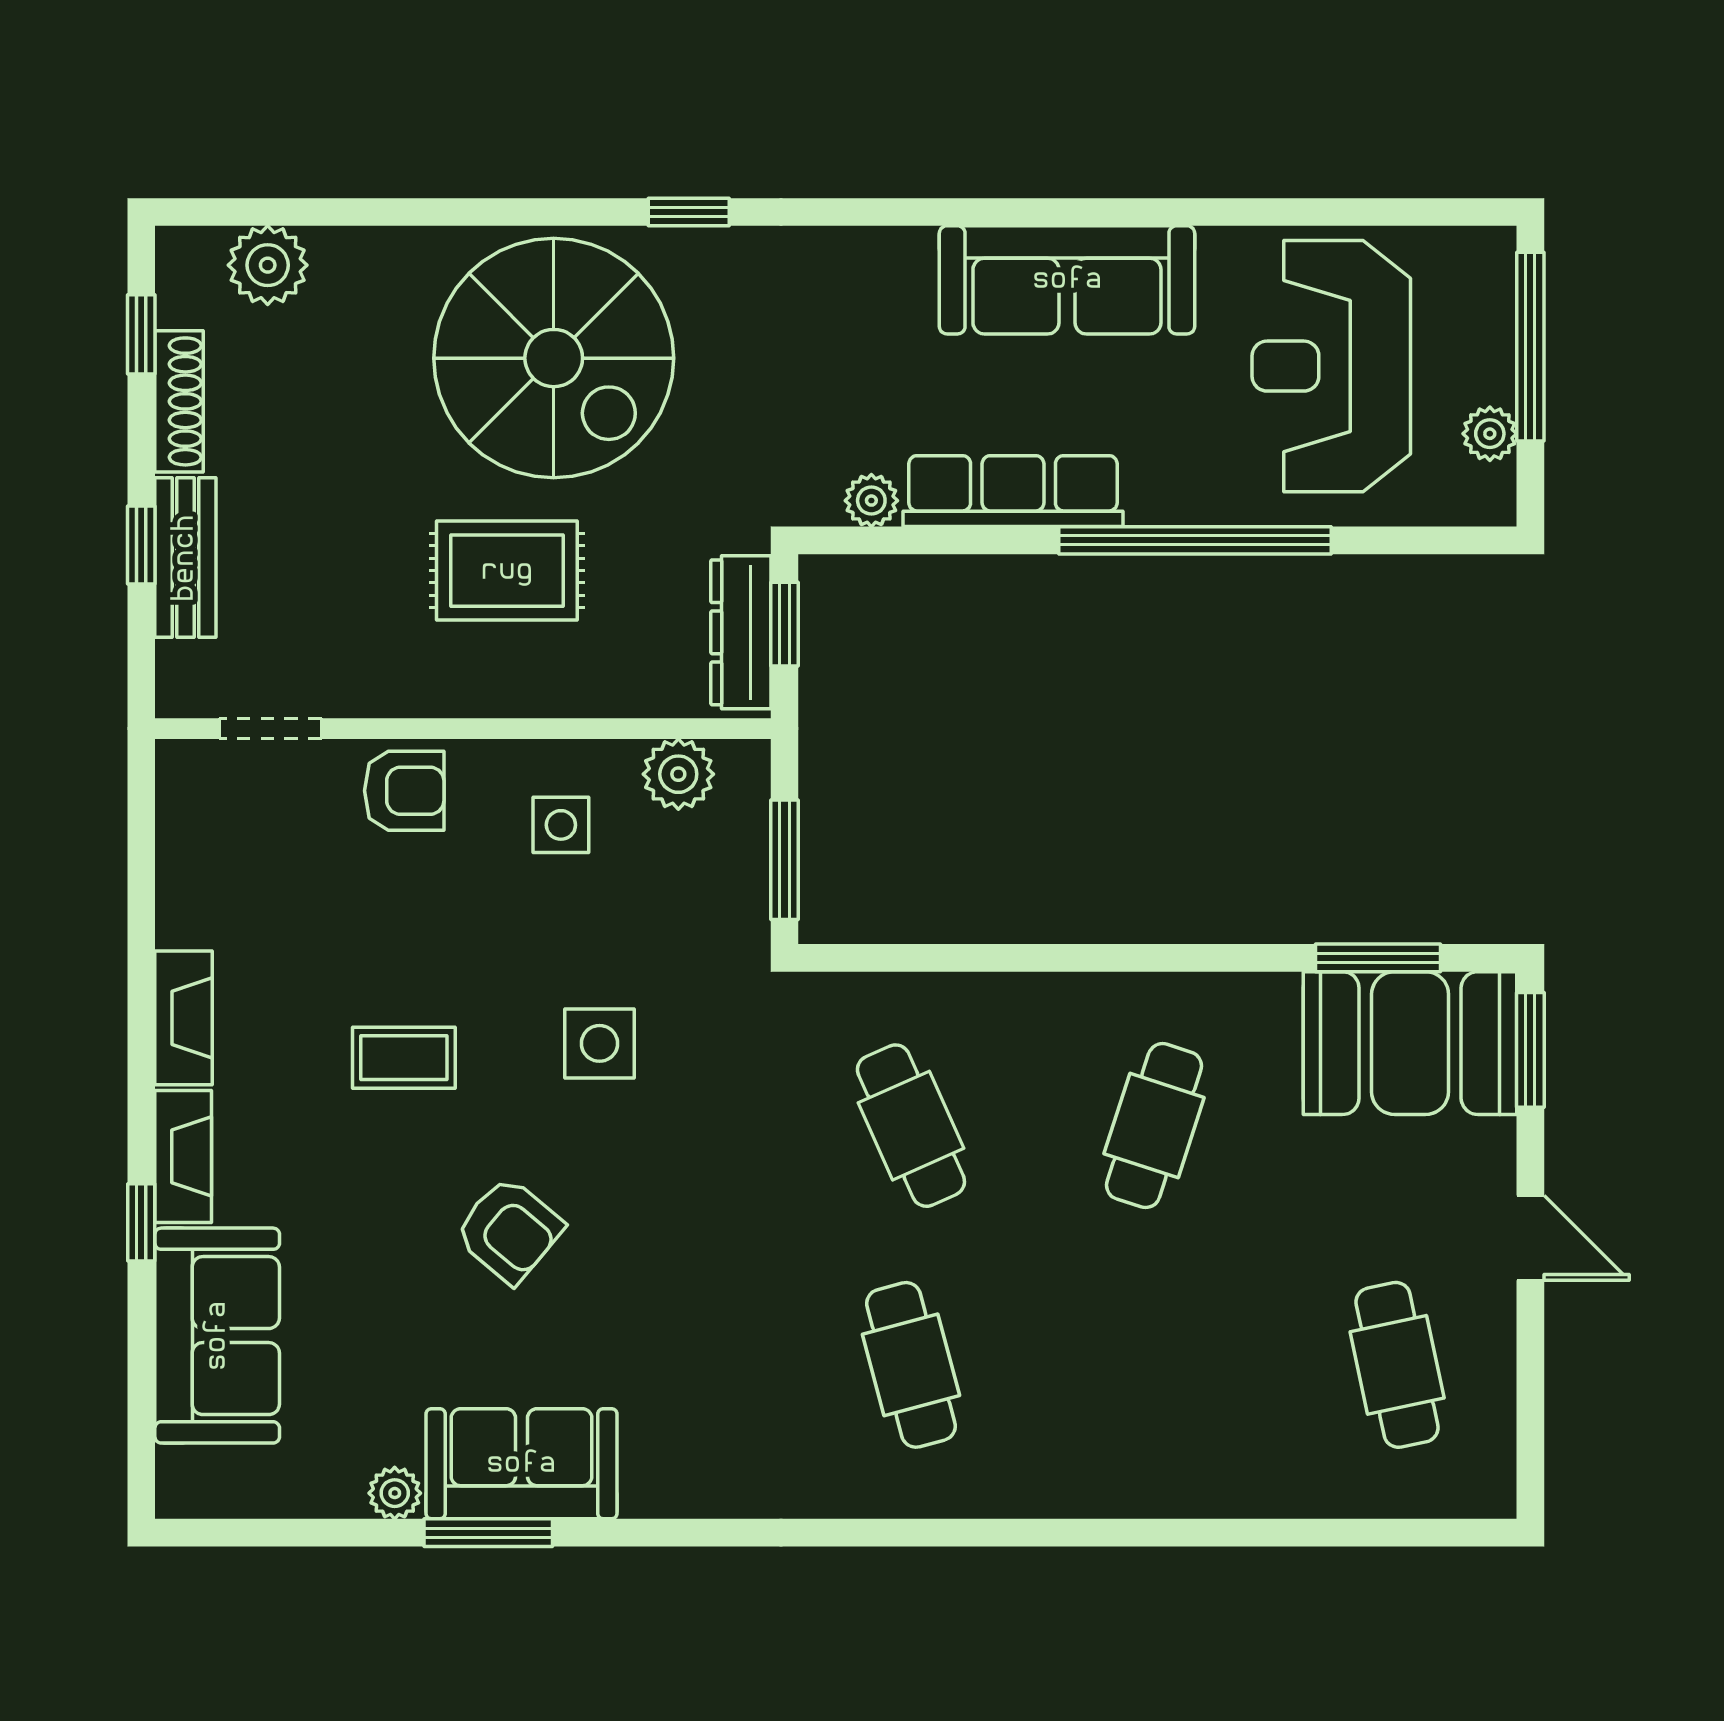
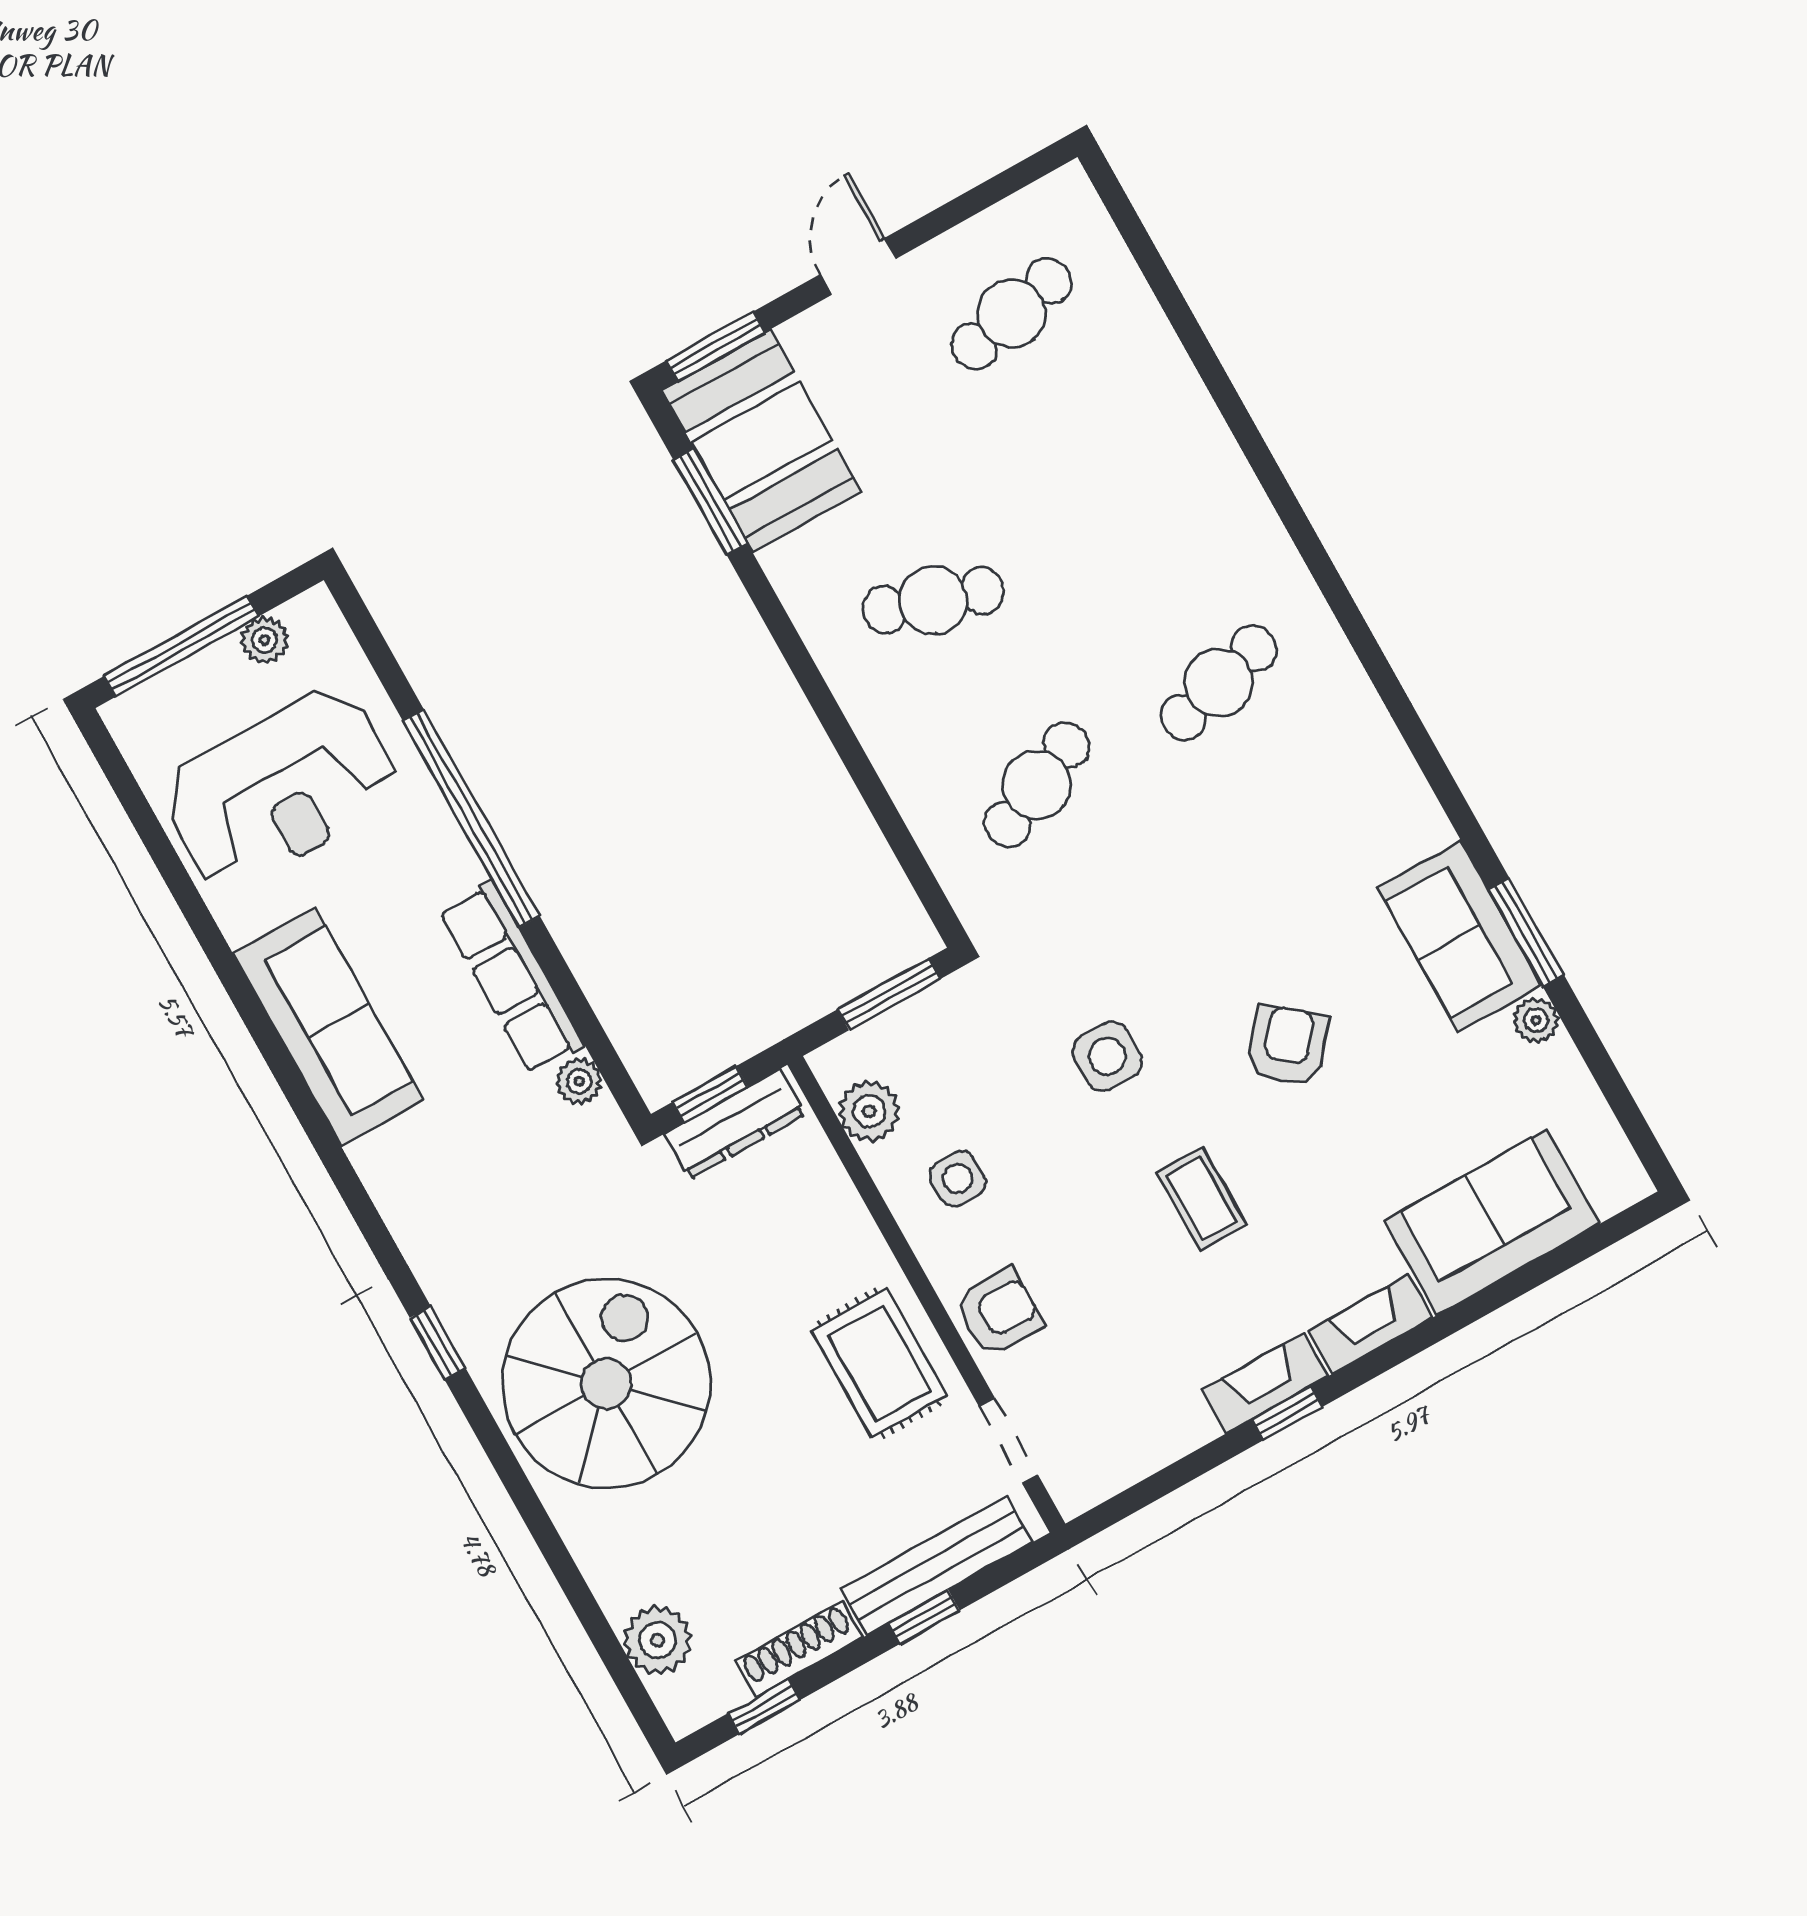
bench: (185, 558) -> (937, 1566), width x1.36
rug: (507, 571) -> (879, 1363), moved
armchair: (404, 791) -> (999, 1312), turned 90
window: (141, 1222) -> (1287, 1413), moved

